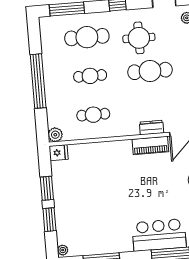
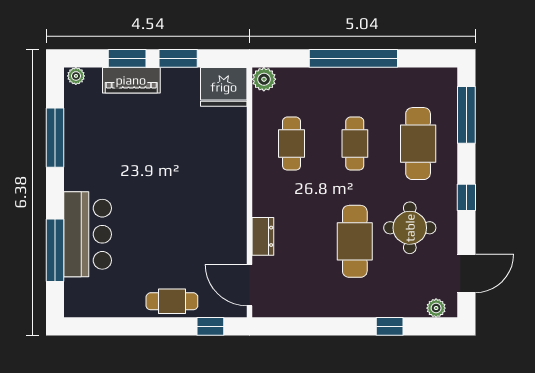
piano: (150, 145) -> (131, 80), moved, turned -90
fridge: (58, 153) -> (224, 87), width x1.88, depth x1.34

